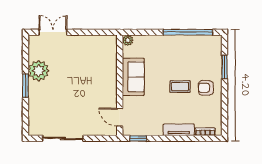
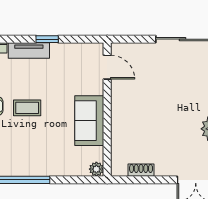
shoe rack: (94, 40) -> (141, 170), added
window: (138, 138) -> (47, 39), moved

